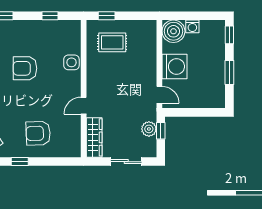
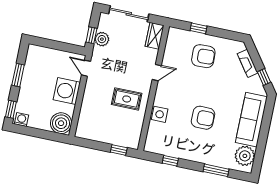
washing machine: (192, 26) -> (21, 119), moved
rug: (112, 42) -> (127, 99), moved
wardrobe: (94, 137) -> (155, 36), width x0.67
window: (20, 162) -> (198, 28), moved
sliding door: (126, 162) -> (129, 14), width x1.37

